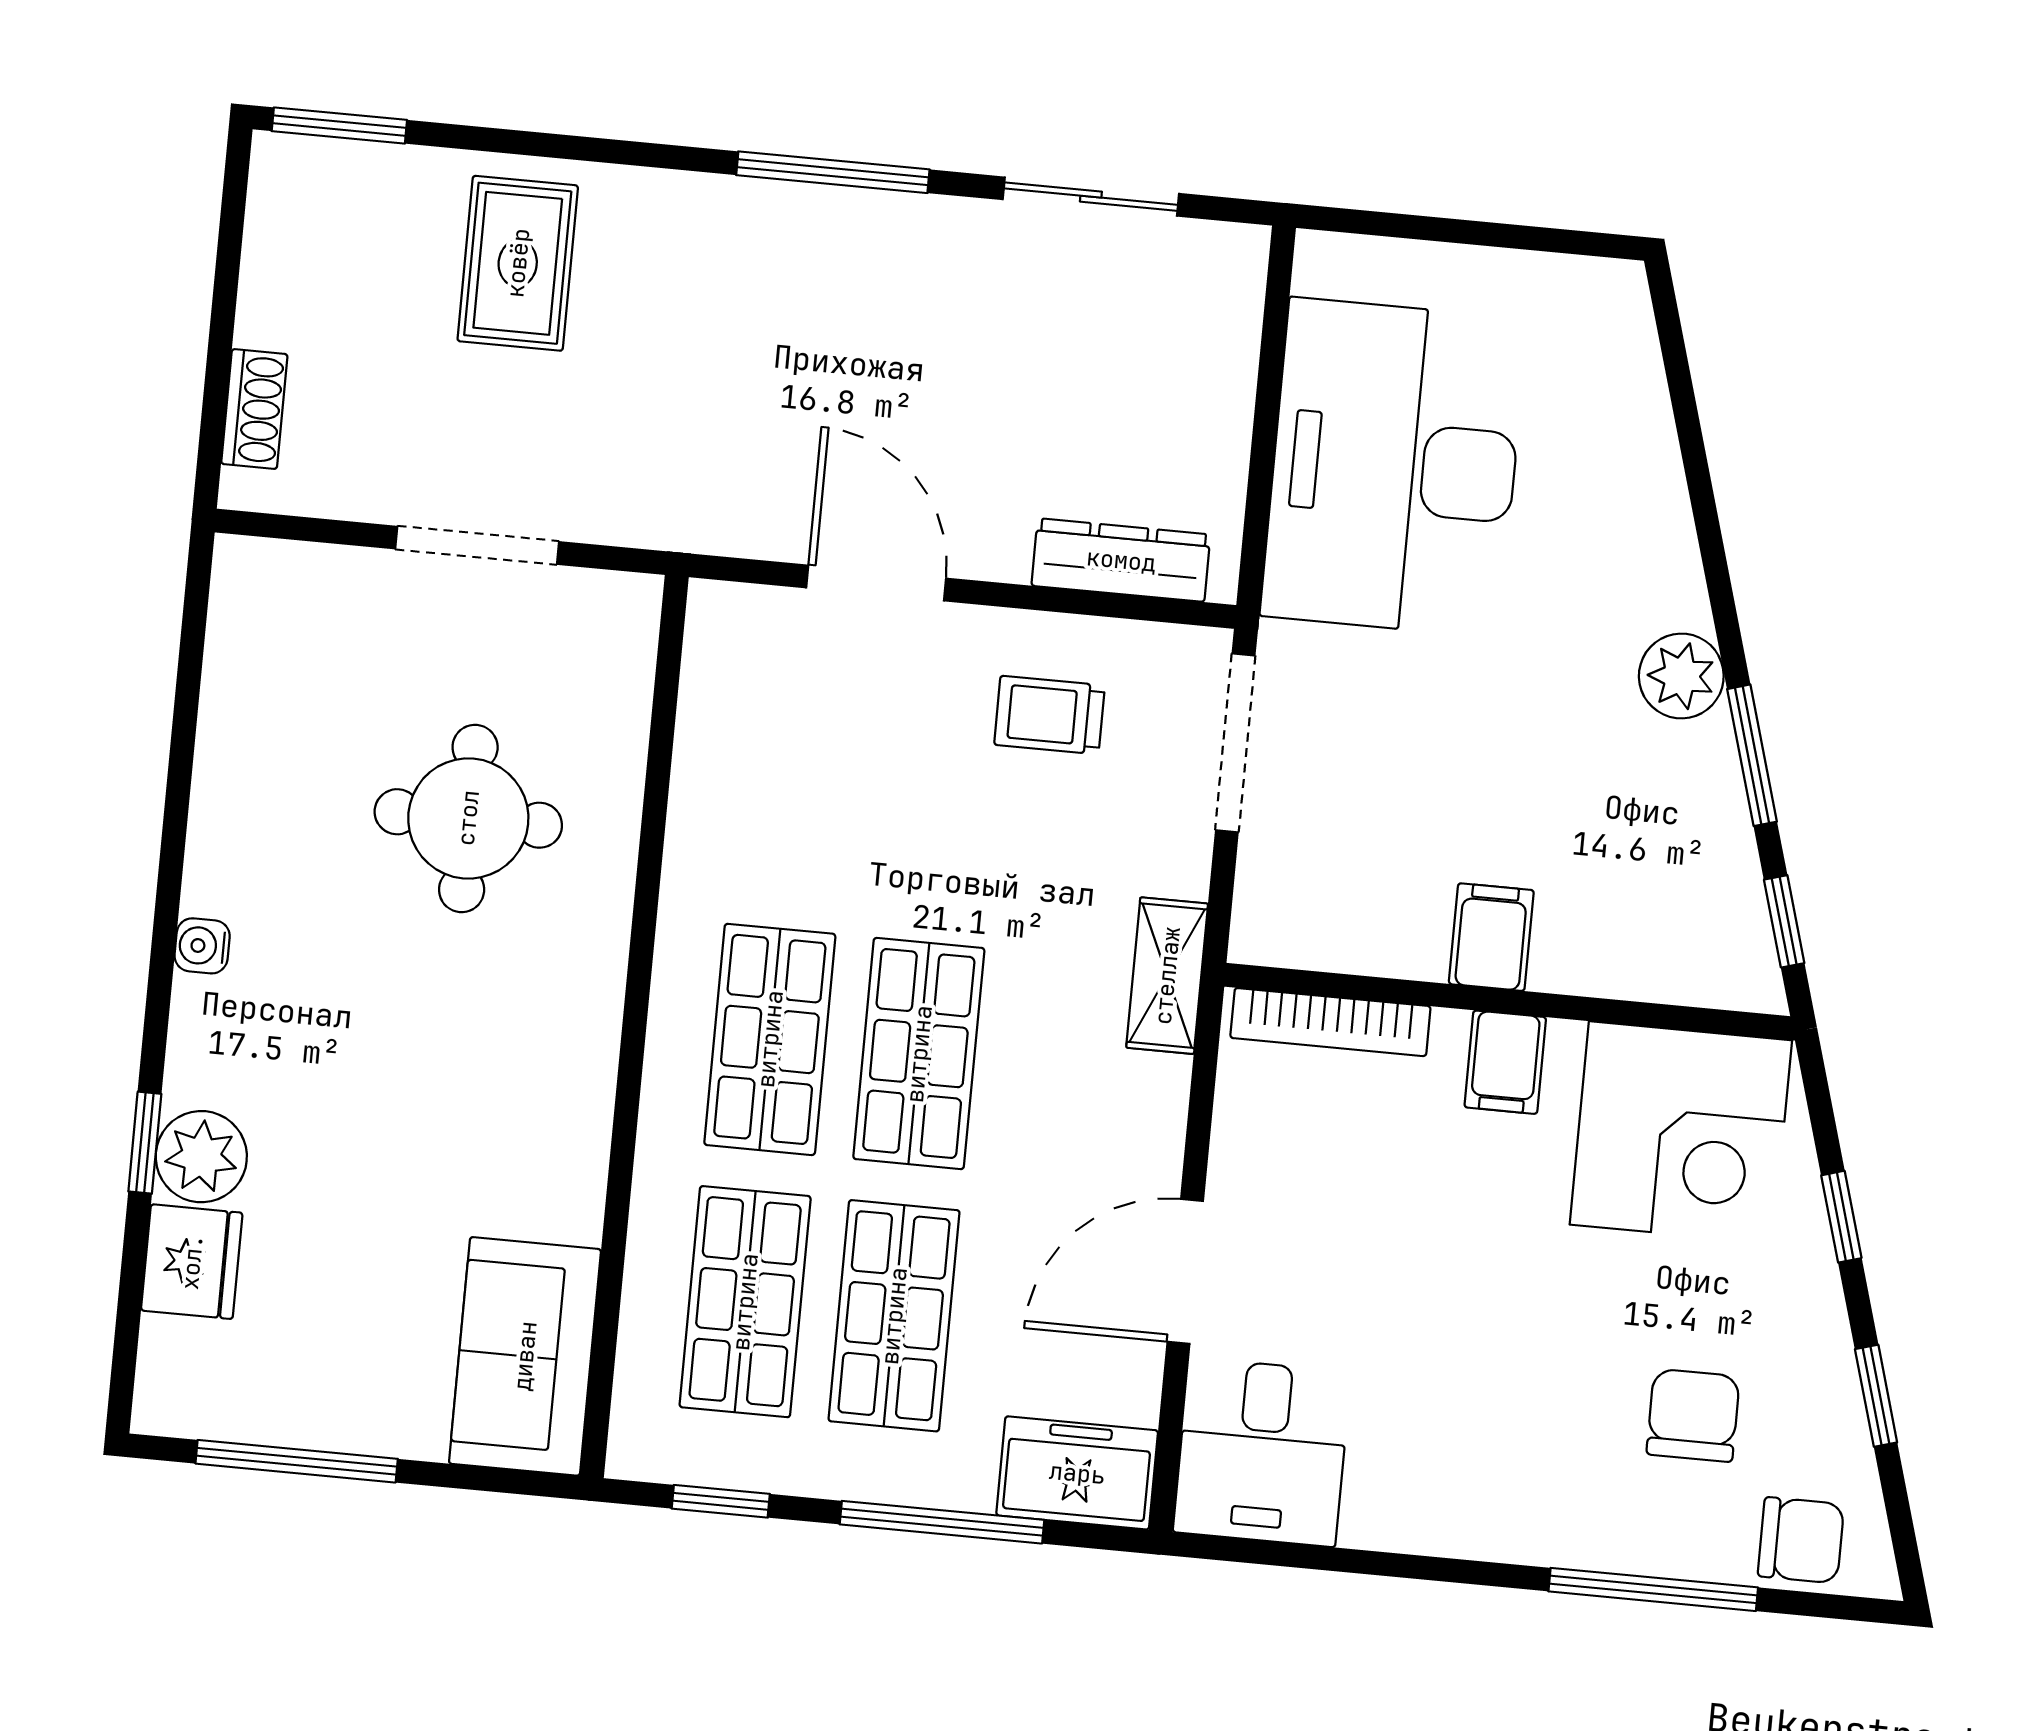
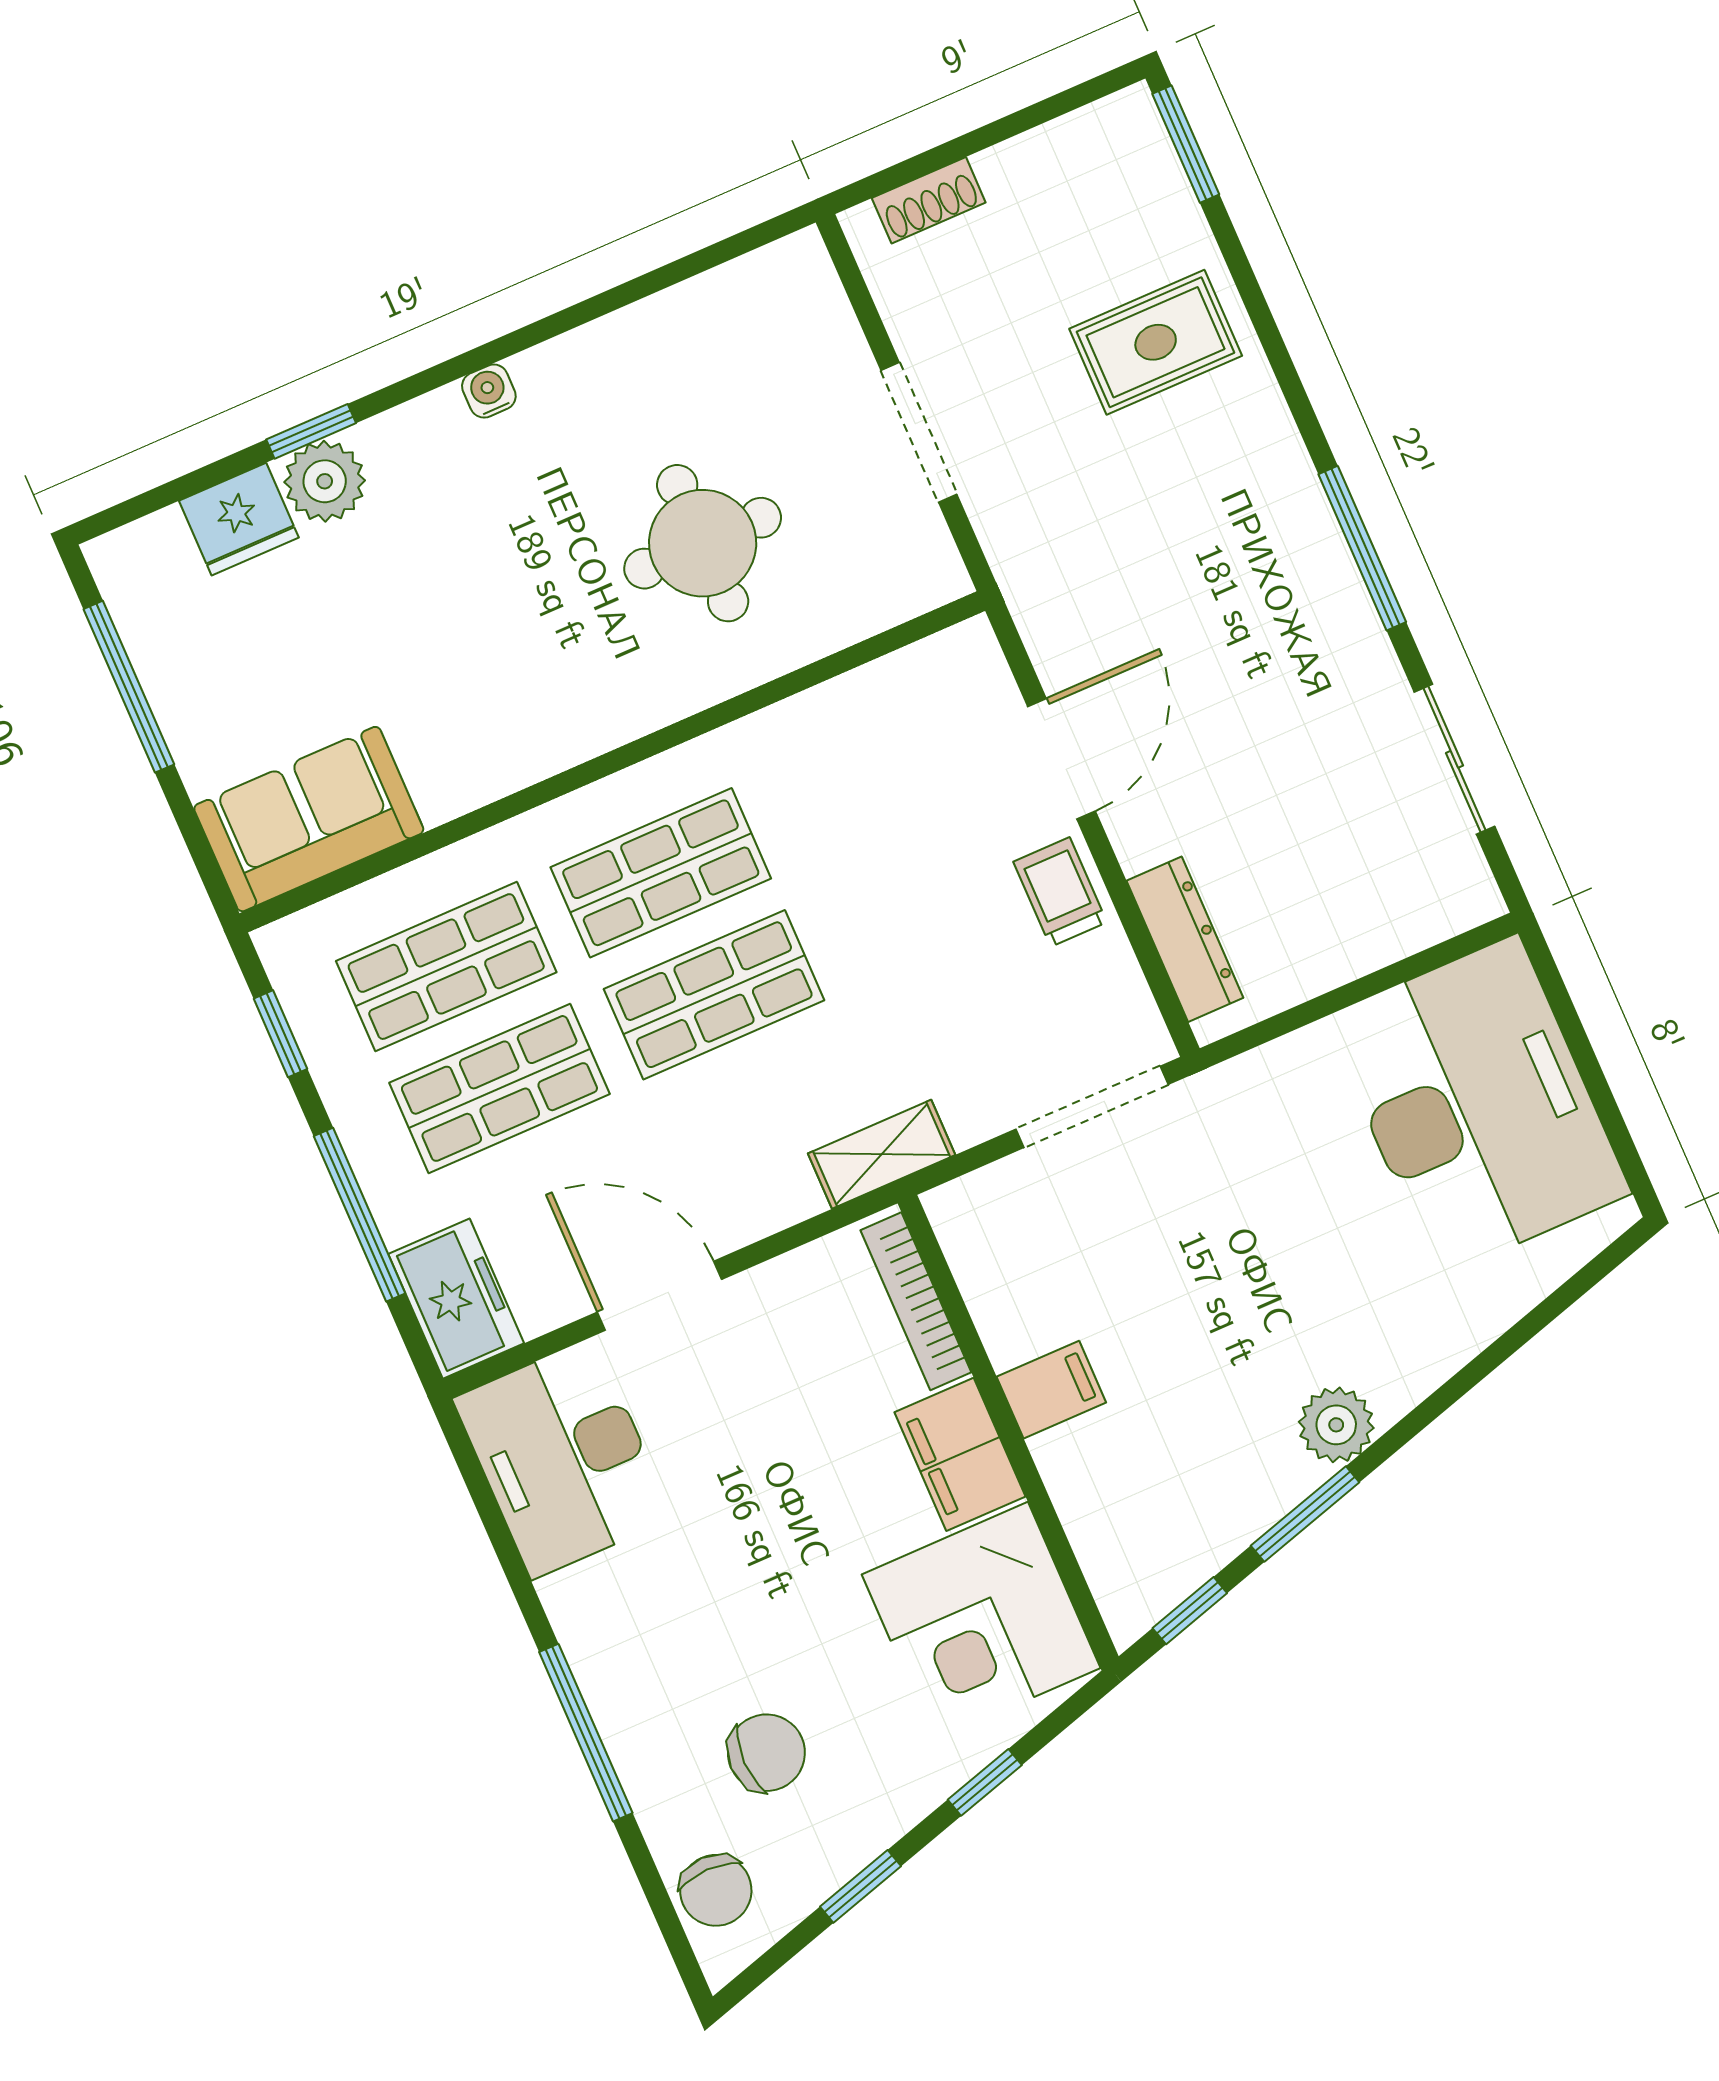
desk: (1394, 467) -> (1478, 1106), moved, turned 90
trolley: (1049, 715) -> (1060, 892), moved
filing cabinet: (1505, 1062) -> (960, 1454), width x2.00
desk: (1262, 1452) -> (563, 1458), width x1.37
window: (1653, 1589) -> (586, 1733), moved

